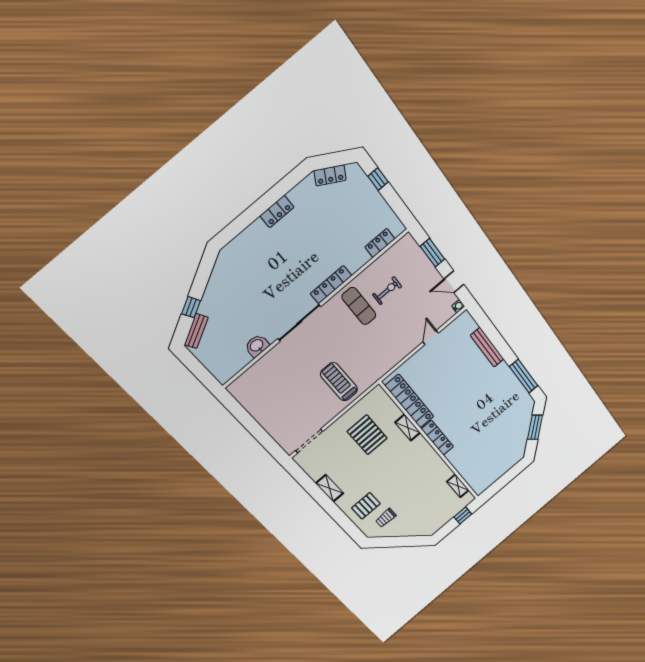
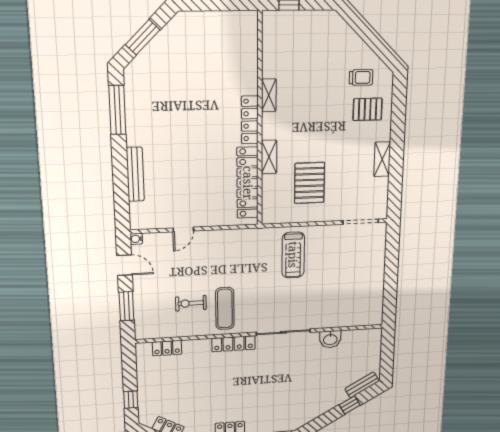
shelving: (458, 486) -> (269, 95), moved

